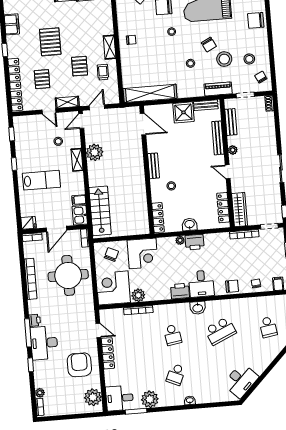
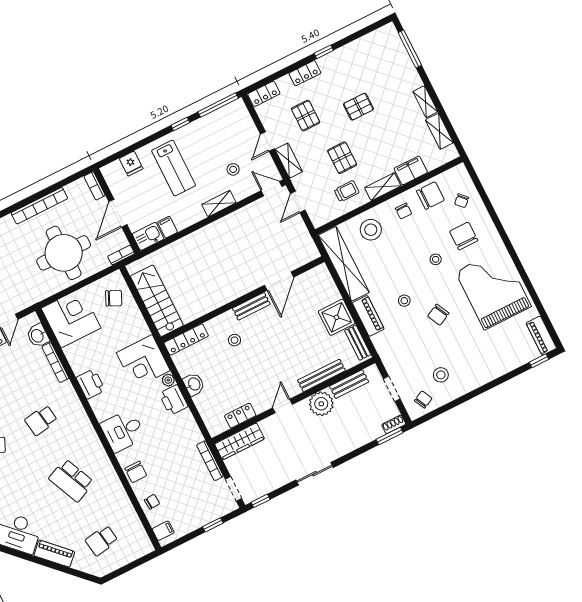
chair: (256, 20) -> (430, 196), moved, turned 90
filing cabinet: (12, 24) -> (411, 170), moved, turned 180
pallet: (50, 42) -> (358, 107), width x0.67, depth x0.71
stool: (224, 59) -> (371, 230), moved
pallet: (80, 66) -> (342, 158), turned 90
locker: (14, 74) -> (305, 73), width x0.66
pallet: (42, 79) -> (306, 116), turned 90
piano: (218, 89) -> (368, 316), moved
door: (97, 107) -> (298, 202), swing flipped
window: (276, 109) -> (390, 436), added
door: (143, 124) -> (279, 281), moved
window: (12, 134) -> (218, 105), width x2.17
plant: (233, 150) -> (321, 404), width x1.88, depth x1.88
plant: (95, 152) -> (238, 223), removed
locker: (223, 208) -> (240, 416), width x0.66
stairs: (100, 211) -> (157, 301), moved, turned -90
fridge: (28, 223) -> (131, 164), moved
door: (56, 229) -> (118, 213), hinge flipped
corner desk: (143, 253) -> (143, 362), moved
printer: (180, 291) -> (91, 384), moved
plant: (138, 295) -> (75, 355), removed
washbasin: (198, 308) -> (38, 336), moved
piano: (264, 362) -> (54, 554), added

